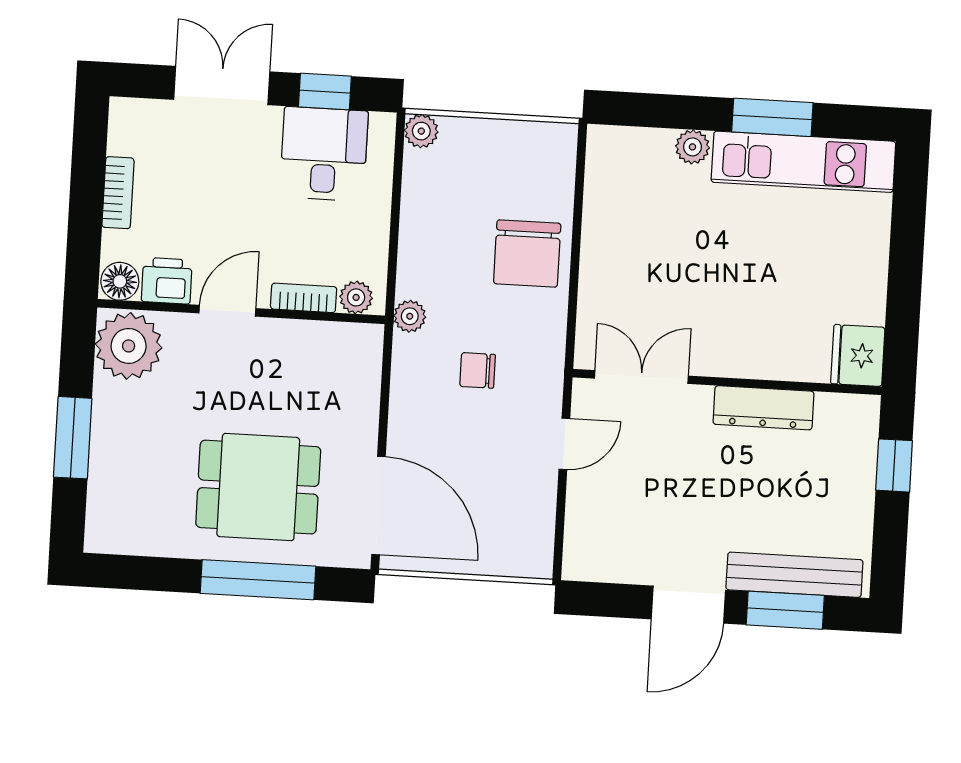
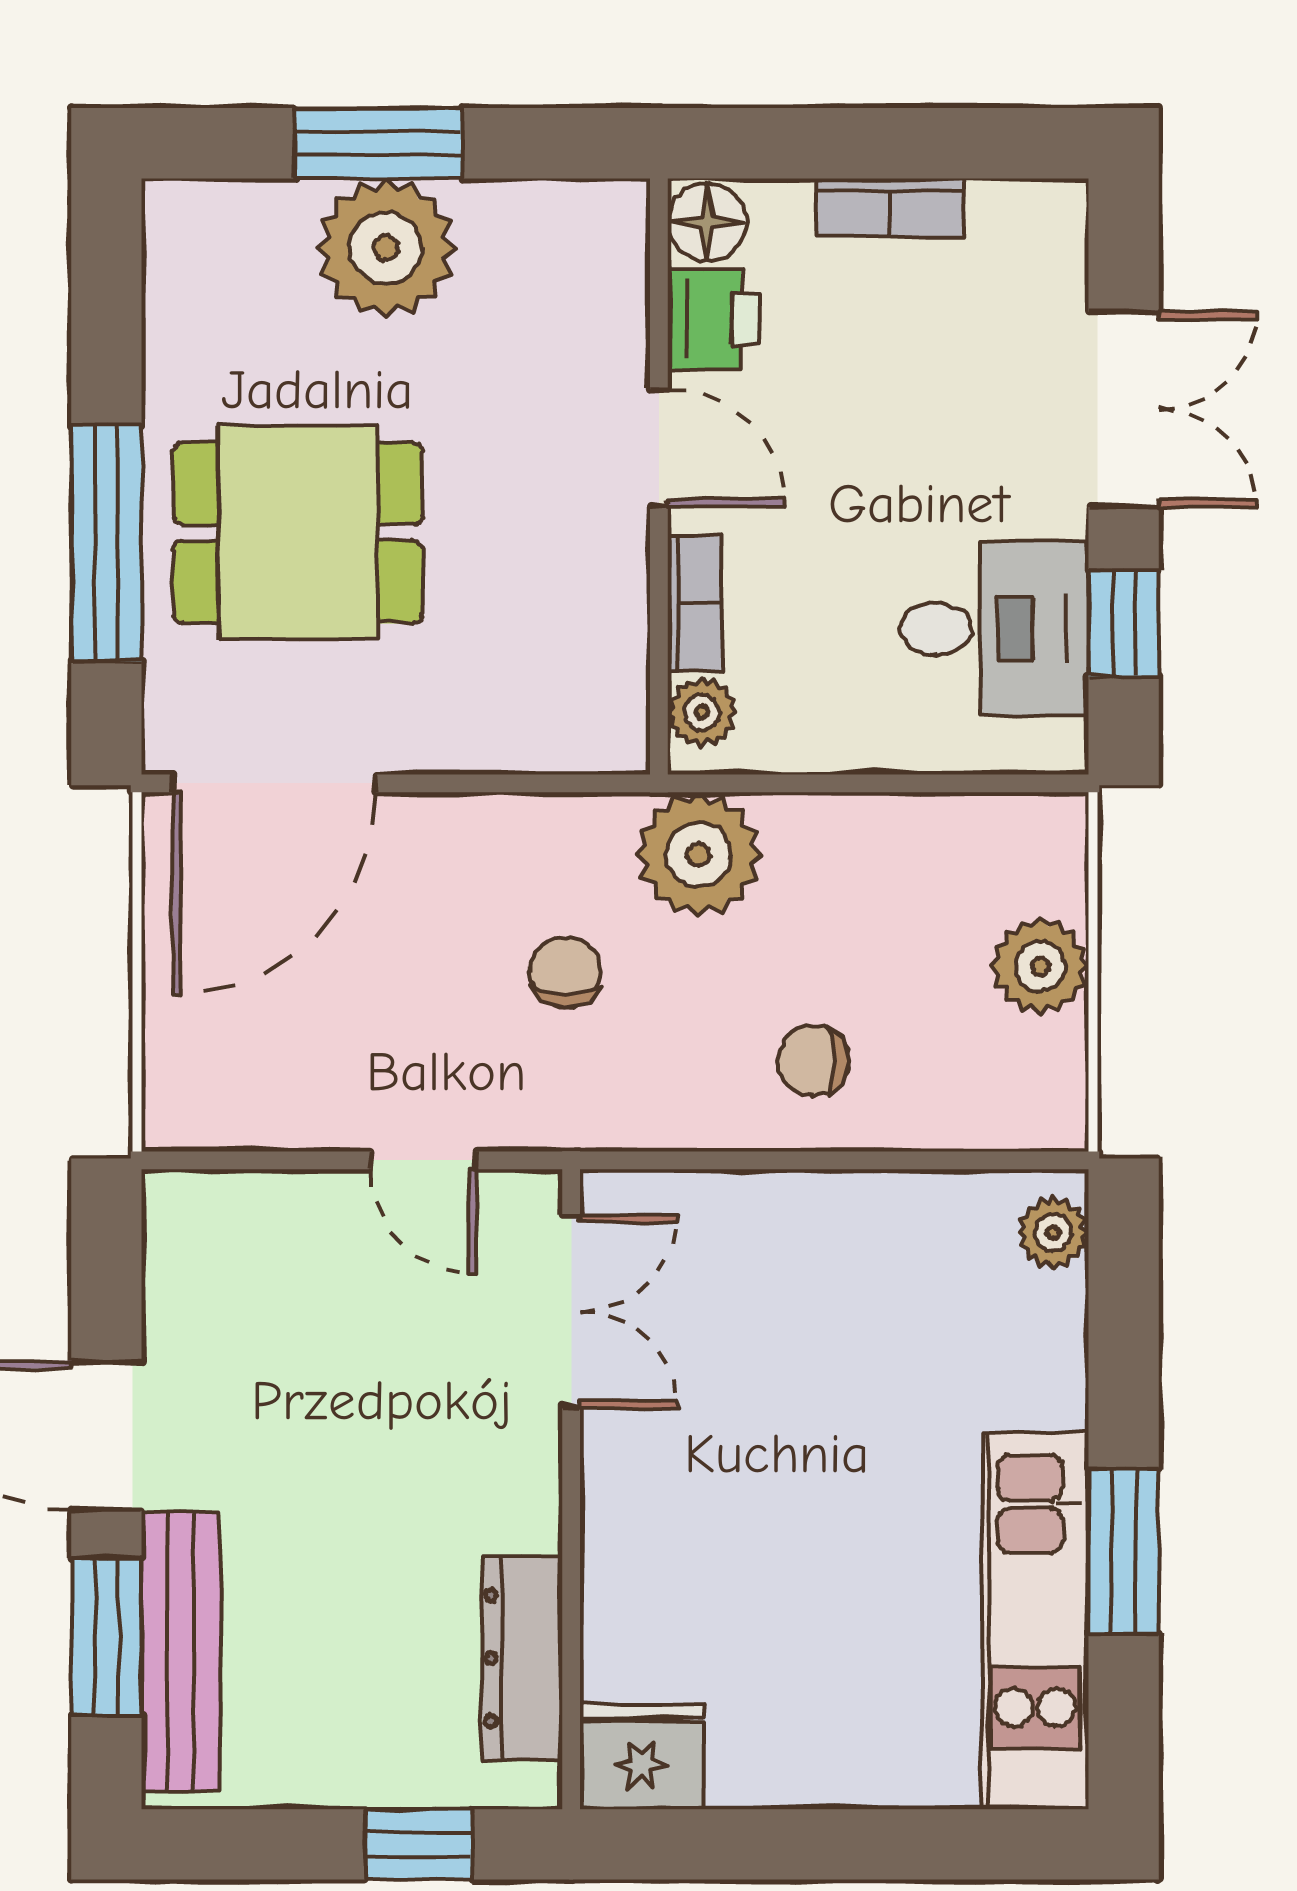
plant: (421, 131) -> (1040, 967), moved, width x1.38, depth x1.38
plant: (692, 147) -> (1053, 1233), moved
chair: (527, 253) -> (813, 1061), width x0.54, depth x0.54
plant: (410, 316) -> (698, 855), width x1.88, depth x1.88
plant: (129, 346) -> (386, 248), moved
dresser: (763, 408) -> (522, 1658), moved
dining table: (258, 487) -> (298, 533), turned 90

